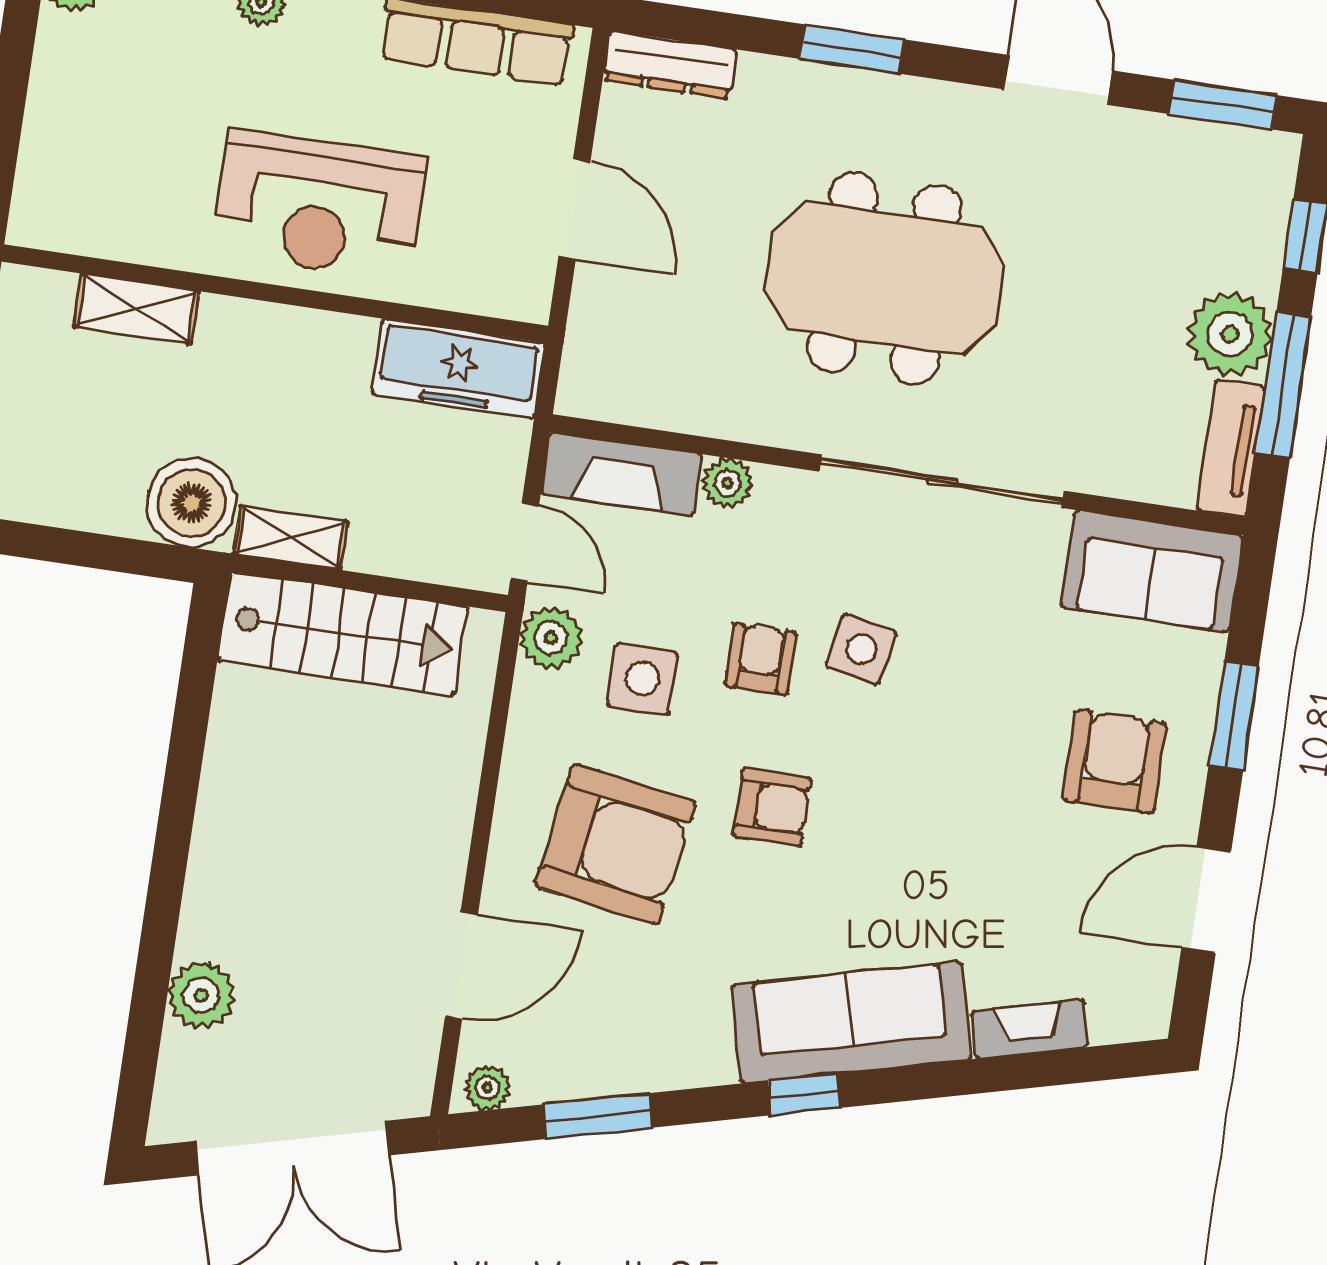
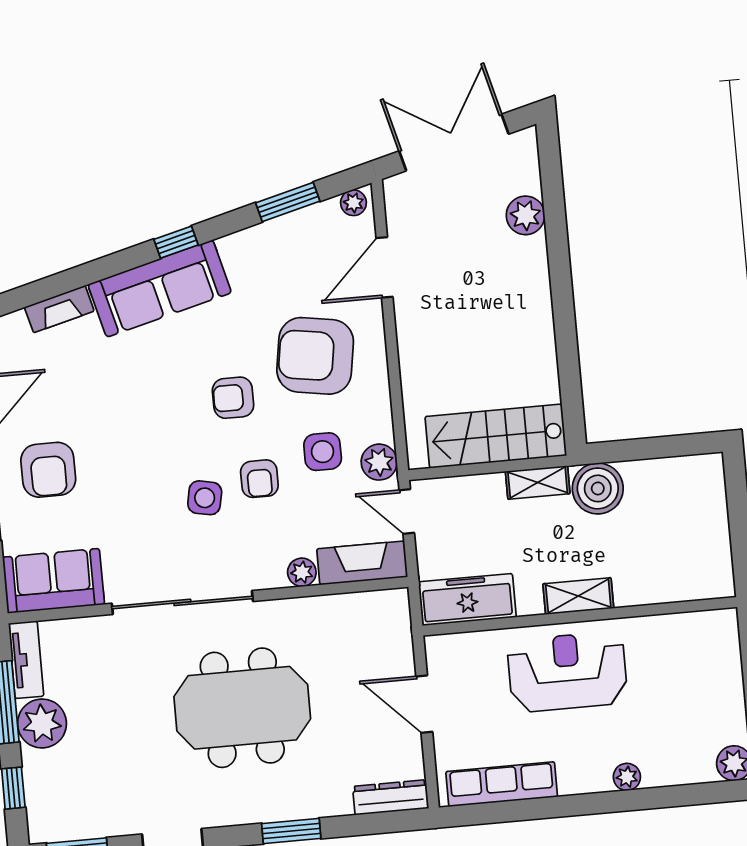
shelving: (136, 309) -> (578, 596), moved

